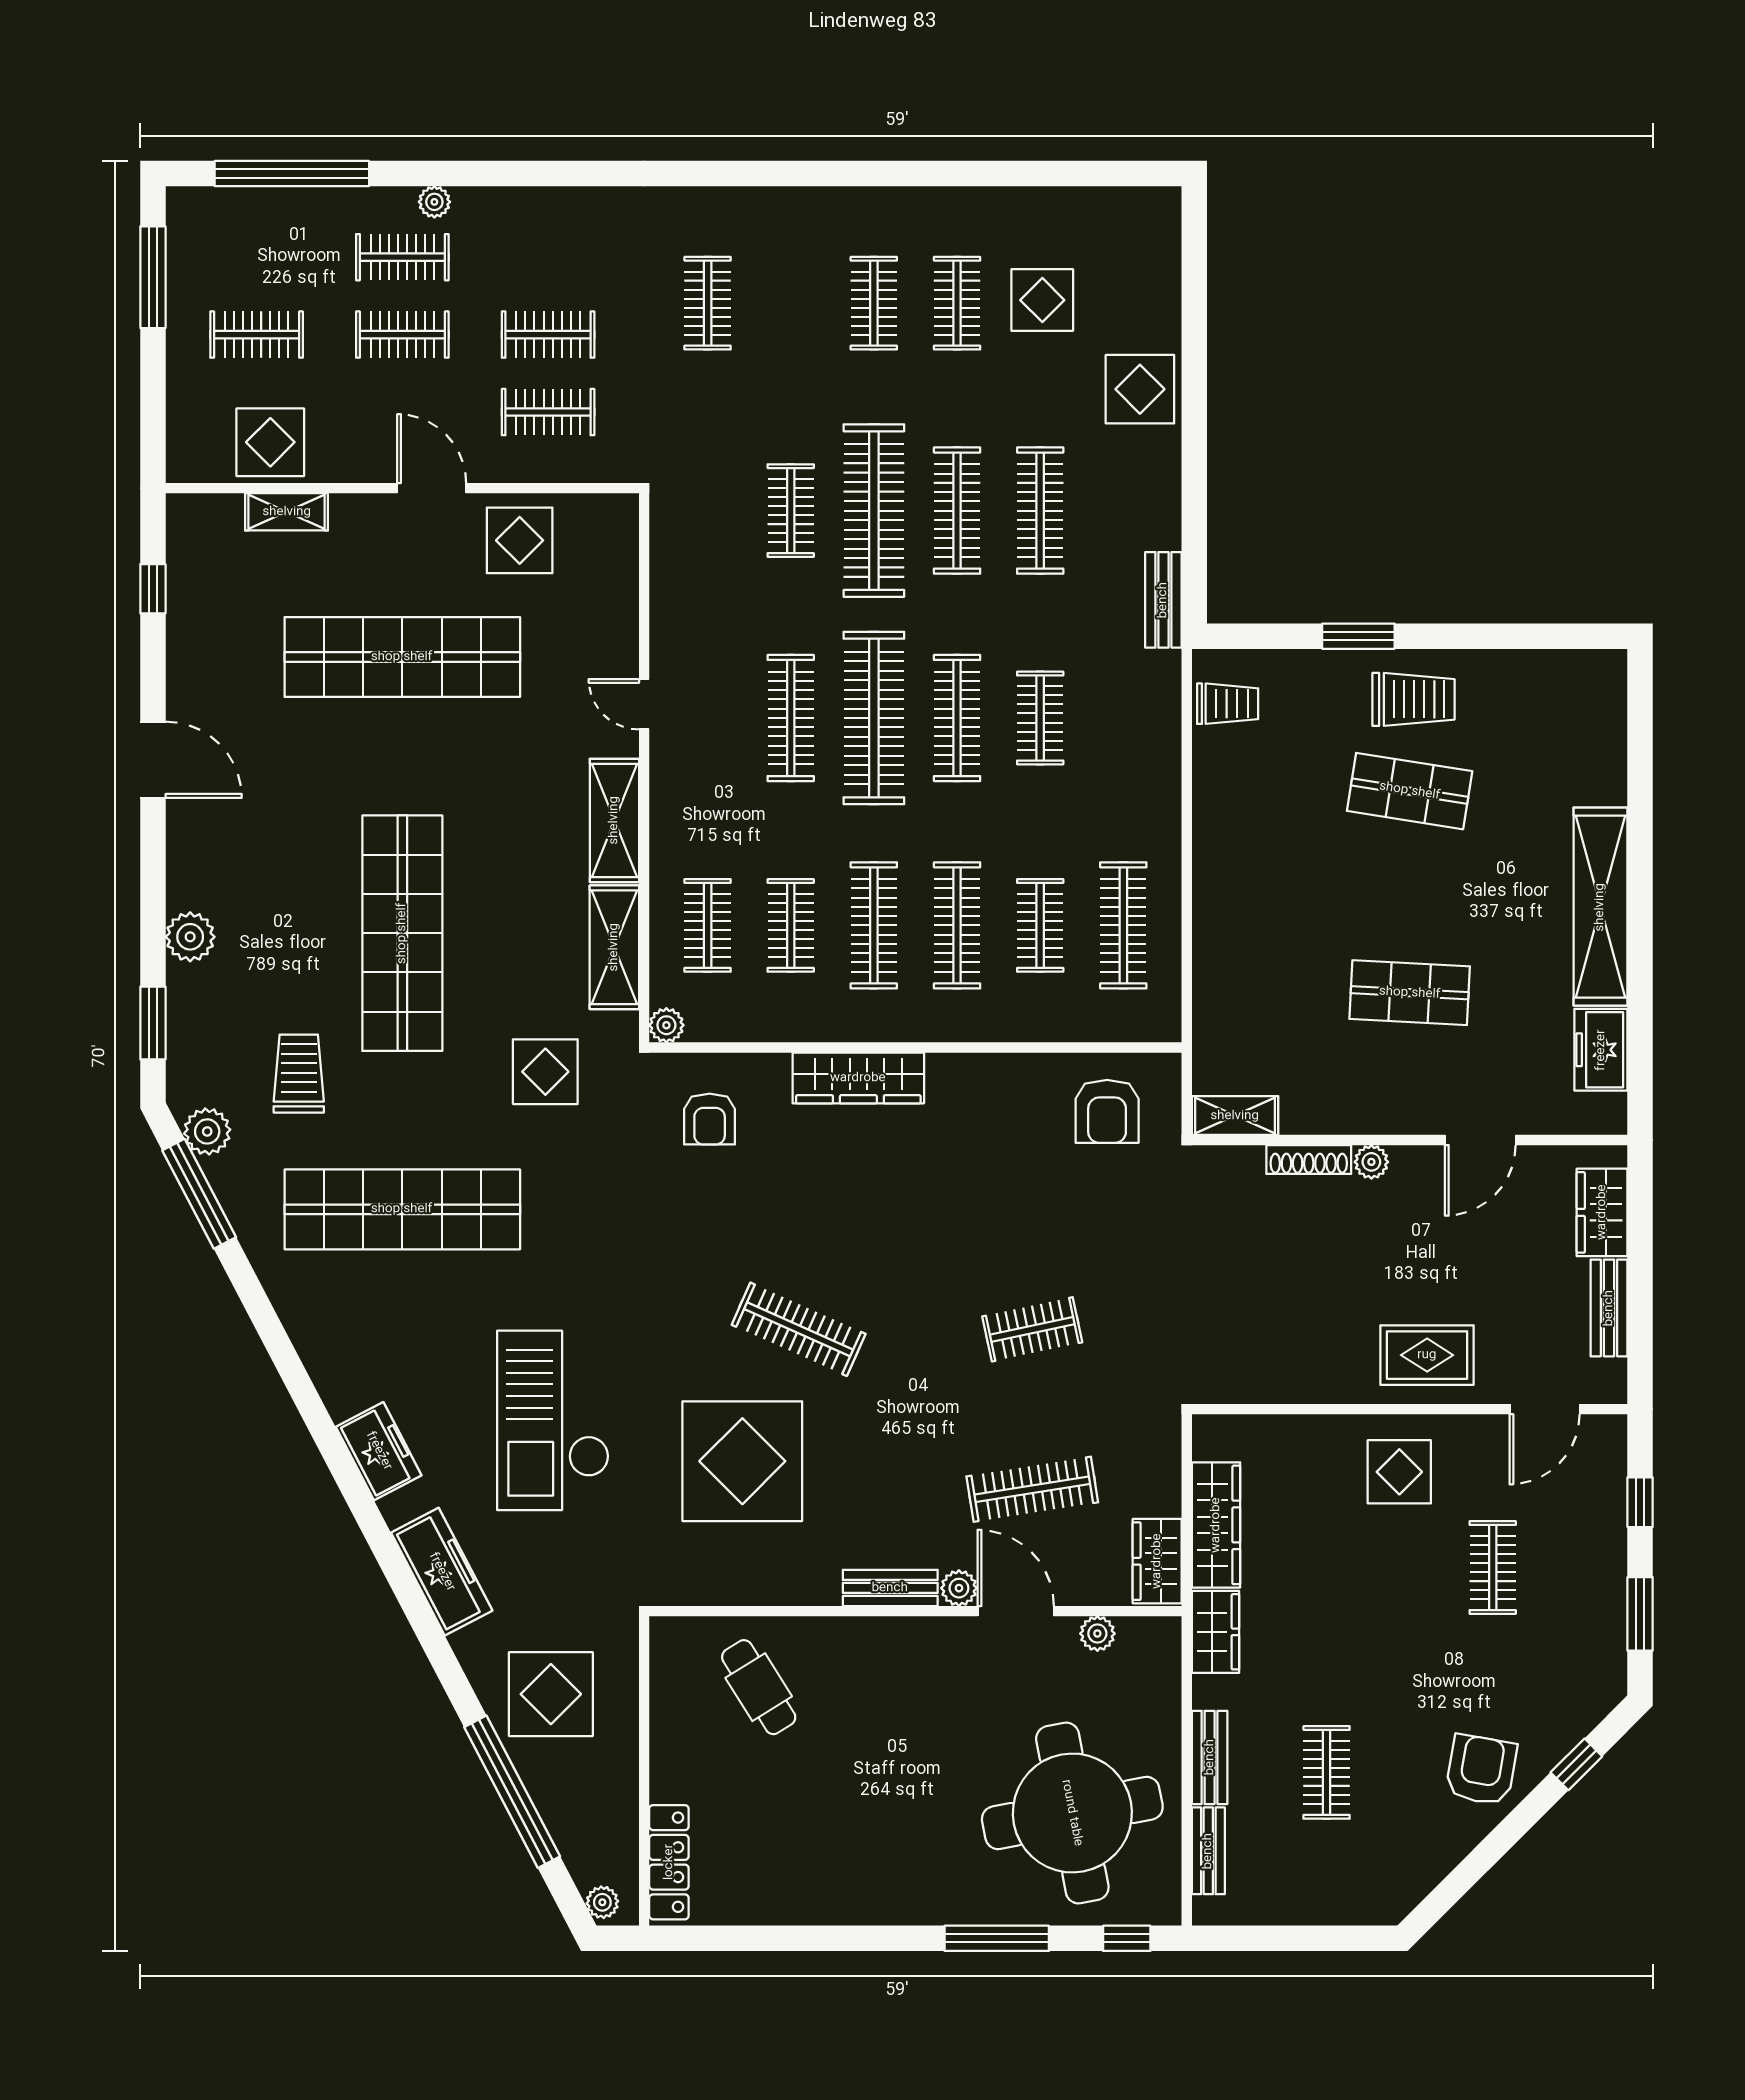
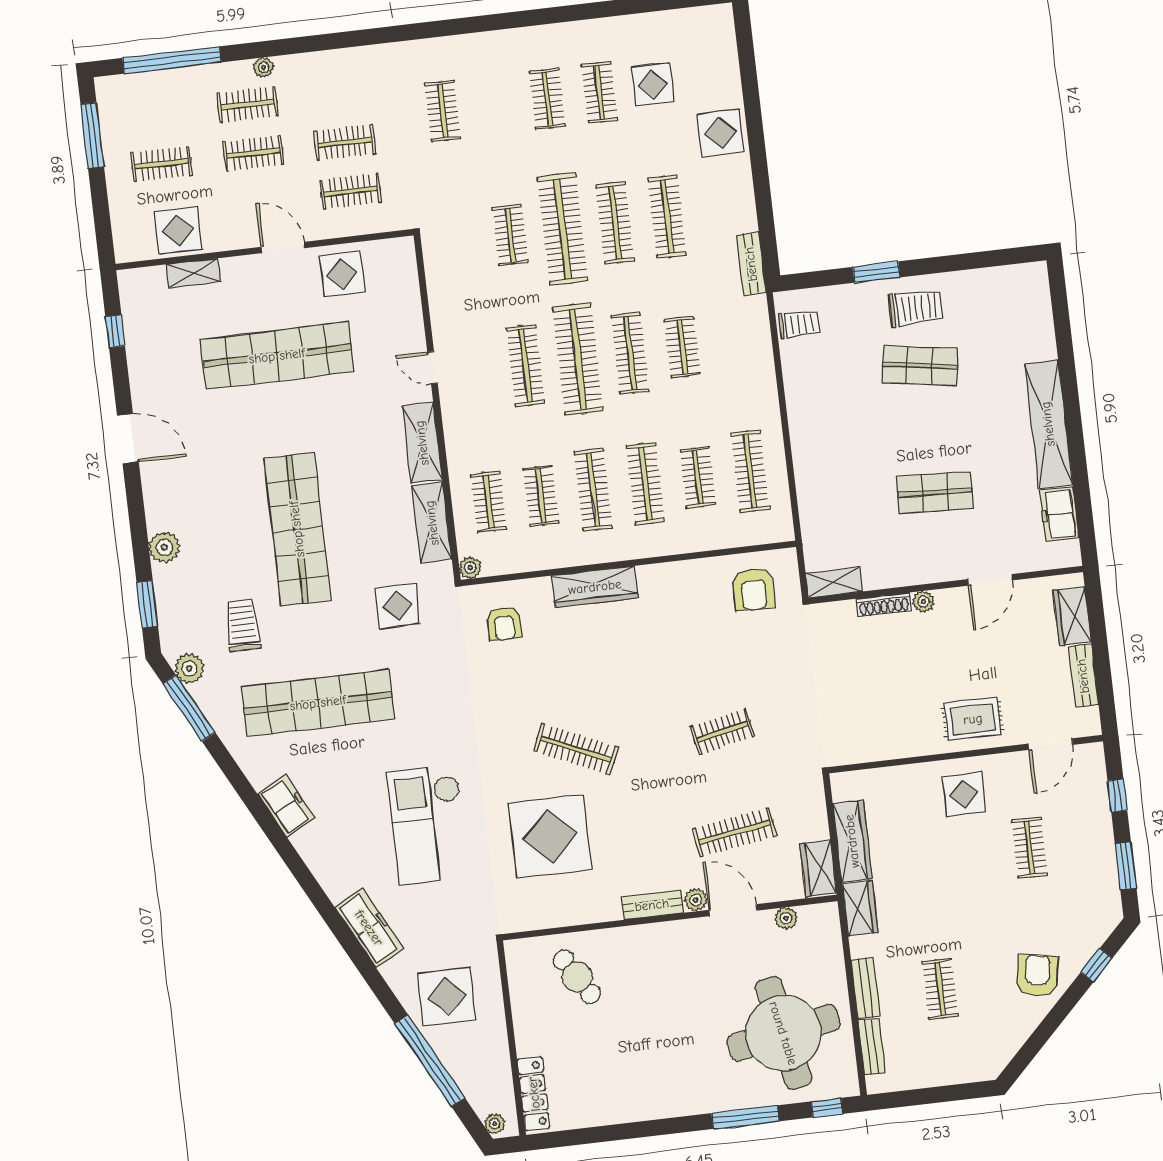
freezer: (379, 1451) -> (286, 806), moved

